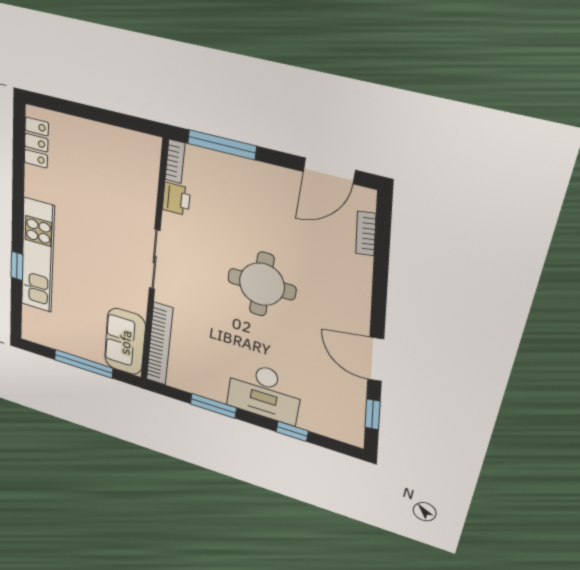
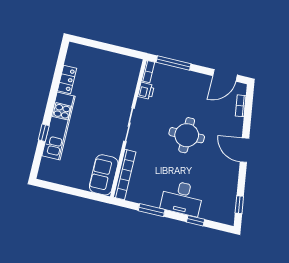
locker: (36, 143) -> (67, 79), moved
door: (376, 359) -> (244, 150), moved
window: (84, 364) -> (75, 192), removed

